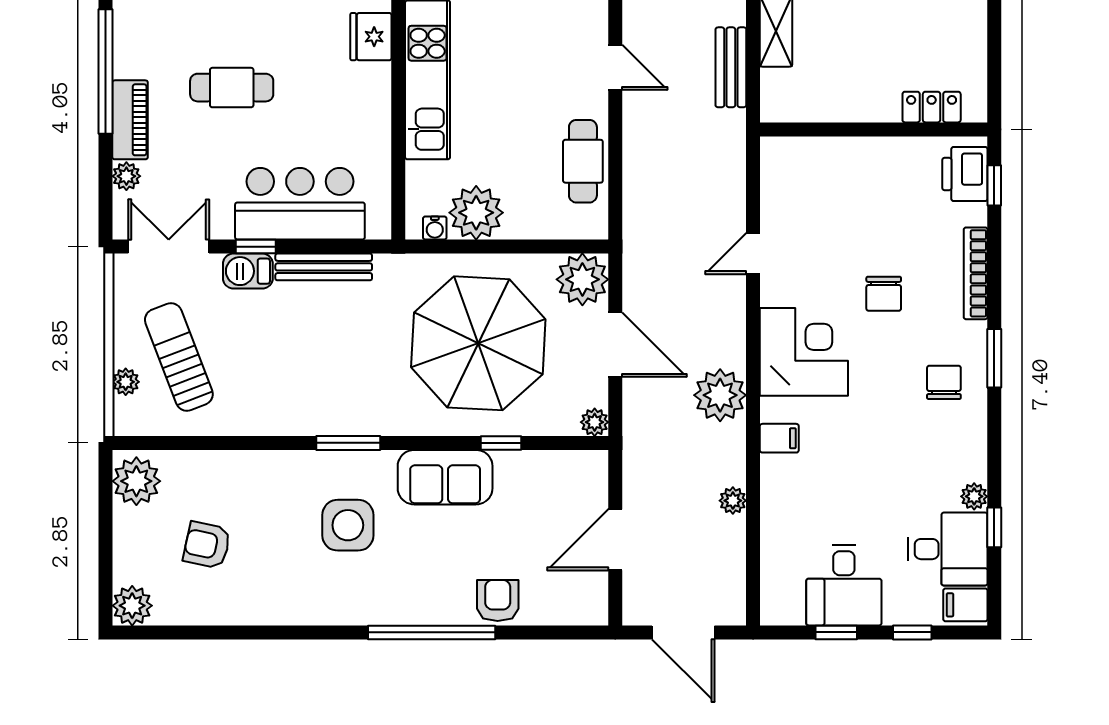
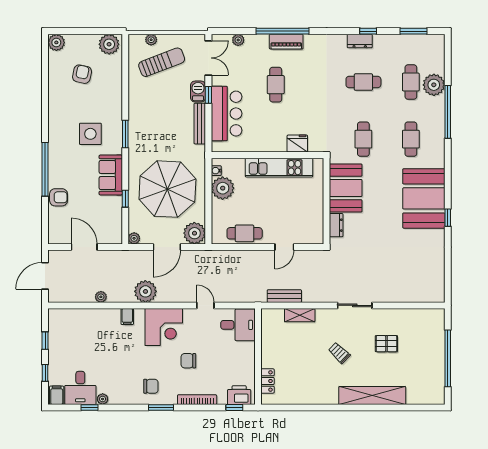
piano: (130, 120) -> (286, 42), moved
desk: (844, 585) -> (238, 325), moved, turned 180

